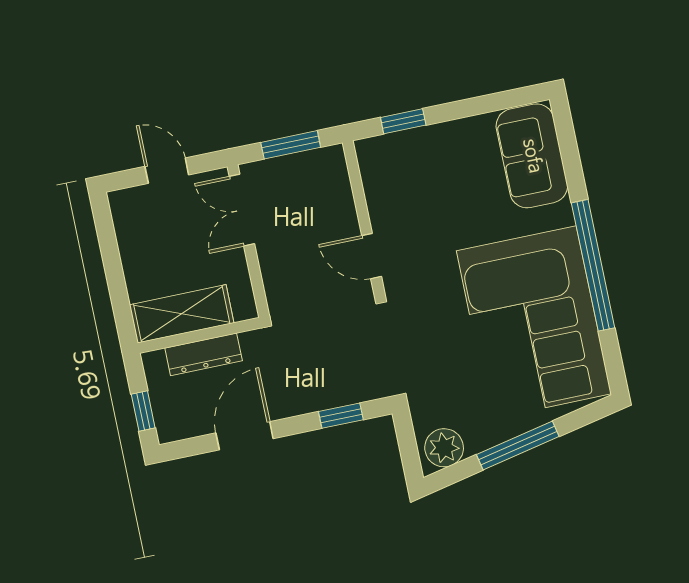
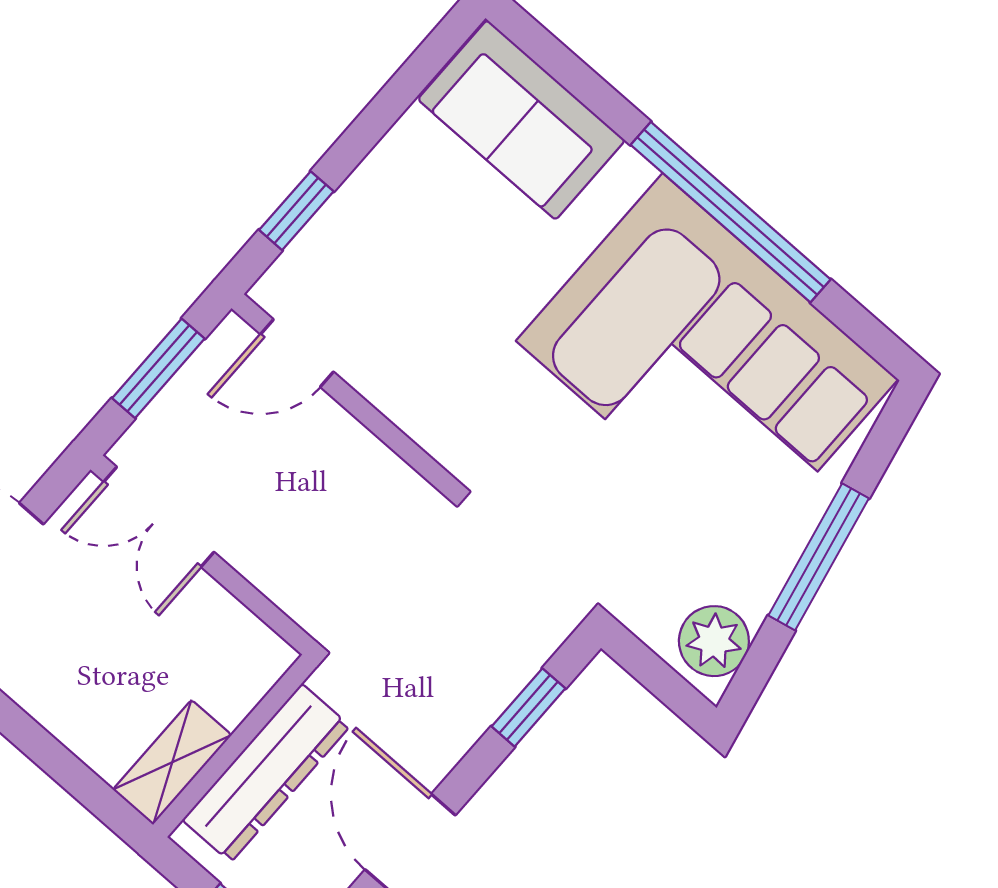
door: (372, 256) -> (297, 353), moved
shelving: (182, 314) -> (172, 762), width x0.67, depth x0.75
dresser: (204, 354) -> (266, 773), width x1.37, depth x1.24

